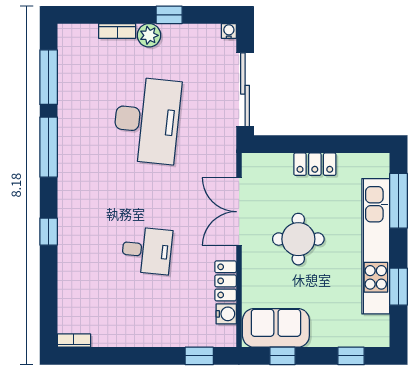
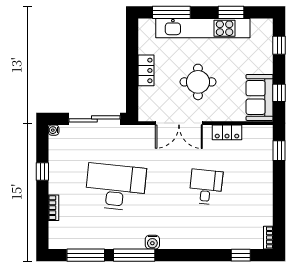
plant: (149, 35) -> (57, 185), removed
window: (49, 232) -> (241, 255), moved
water cooler: (226, 314) -> (152, 242), moved, turned 180

